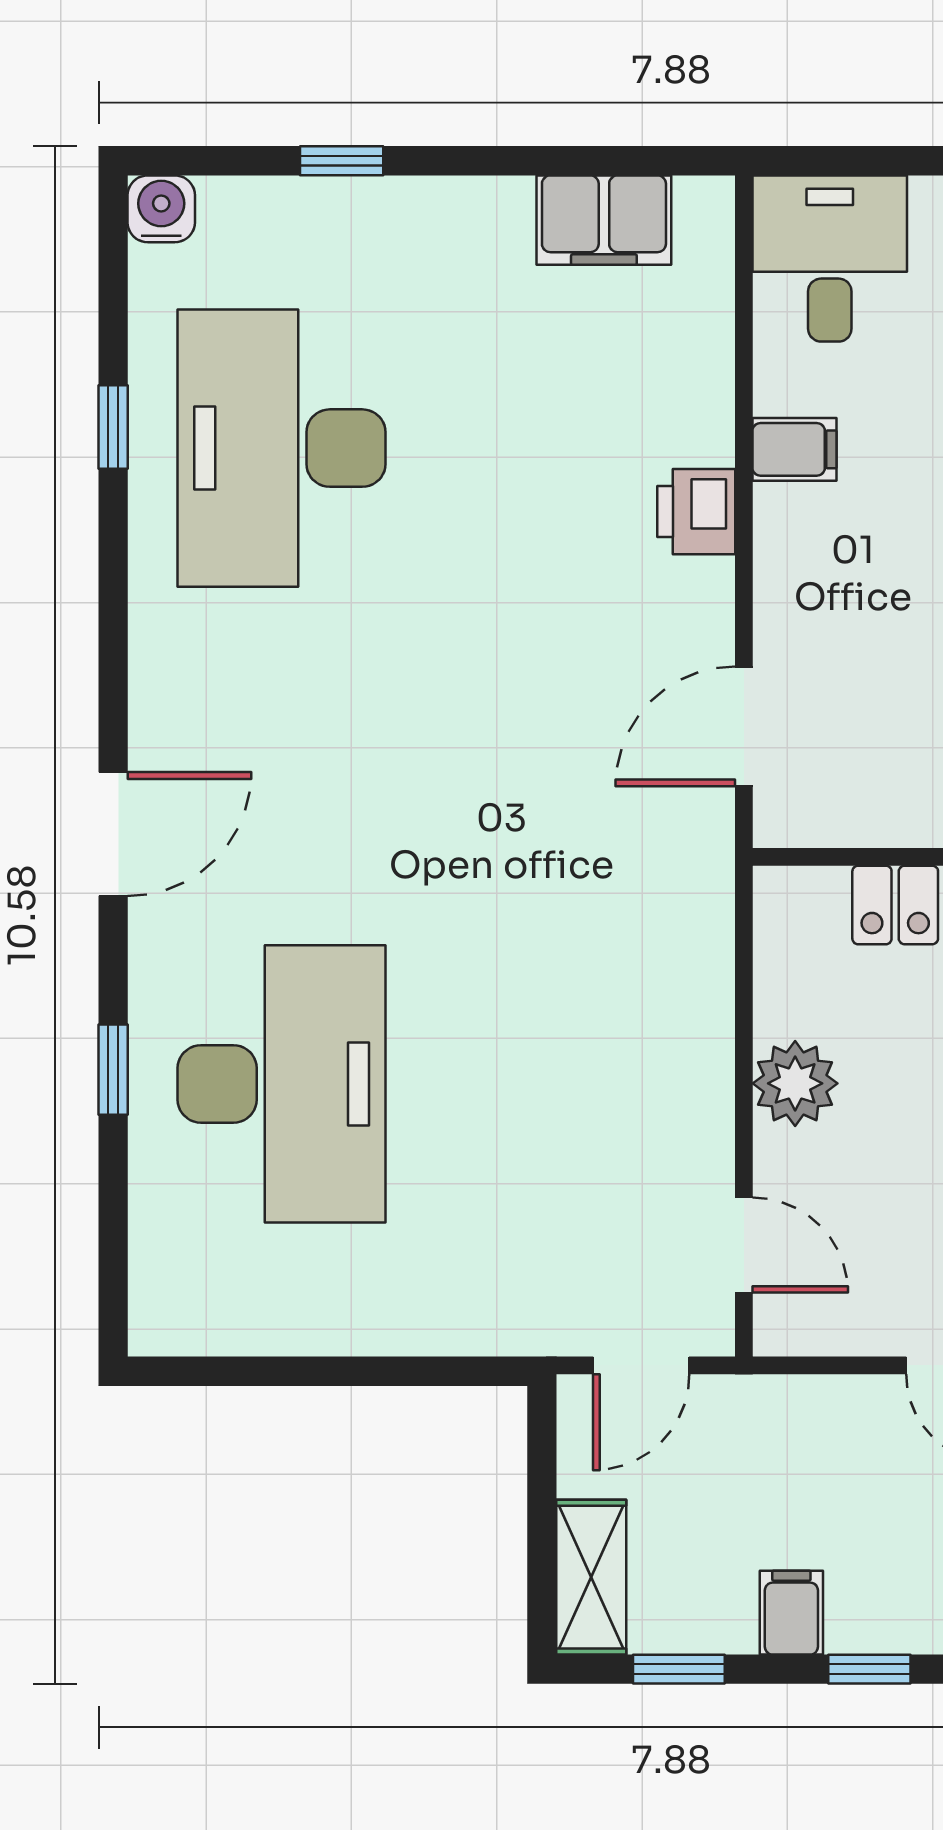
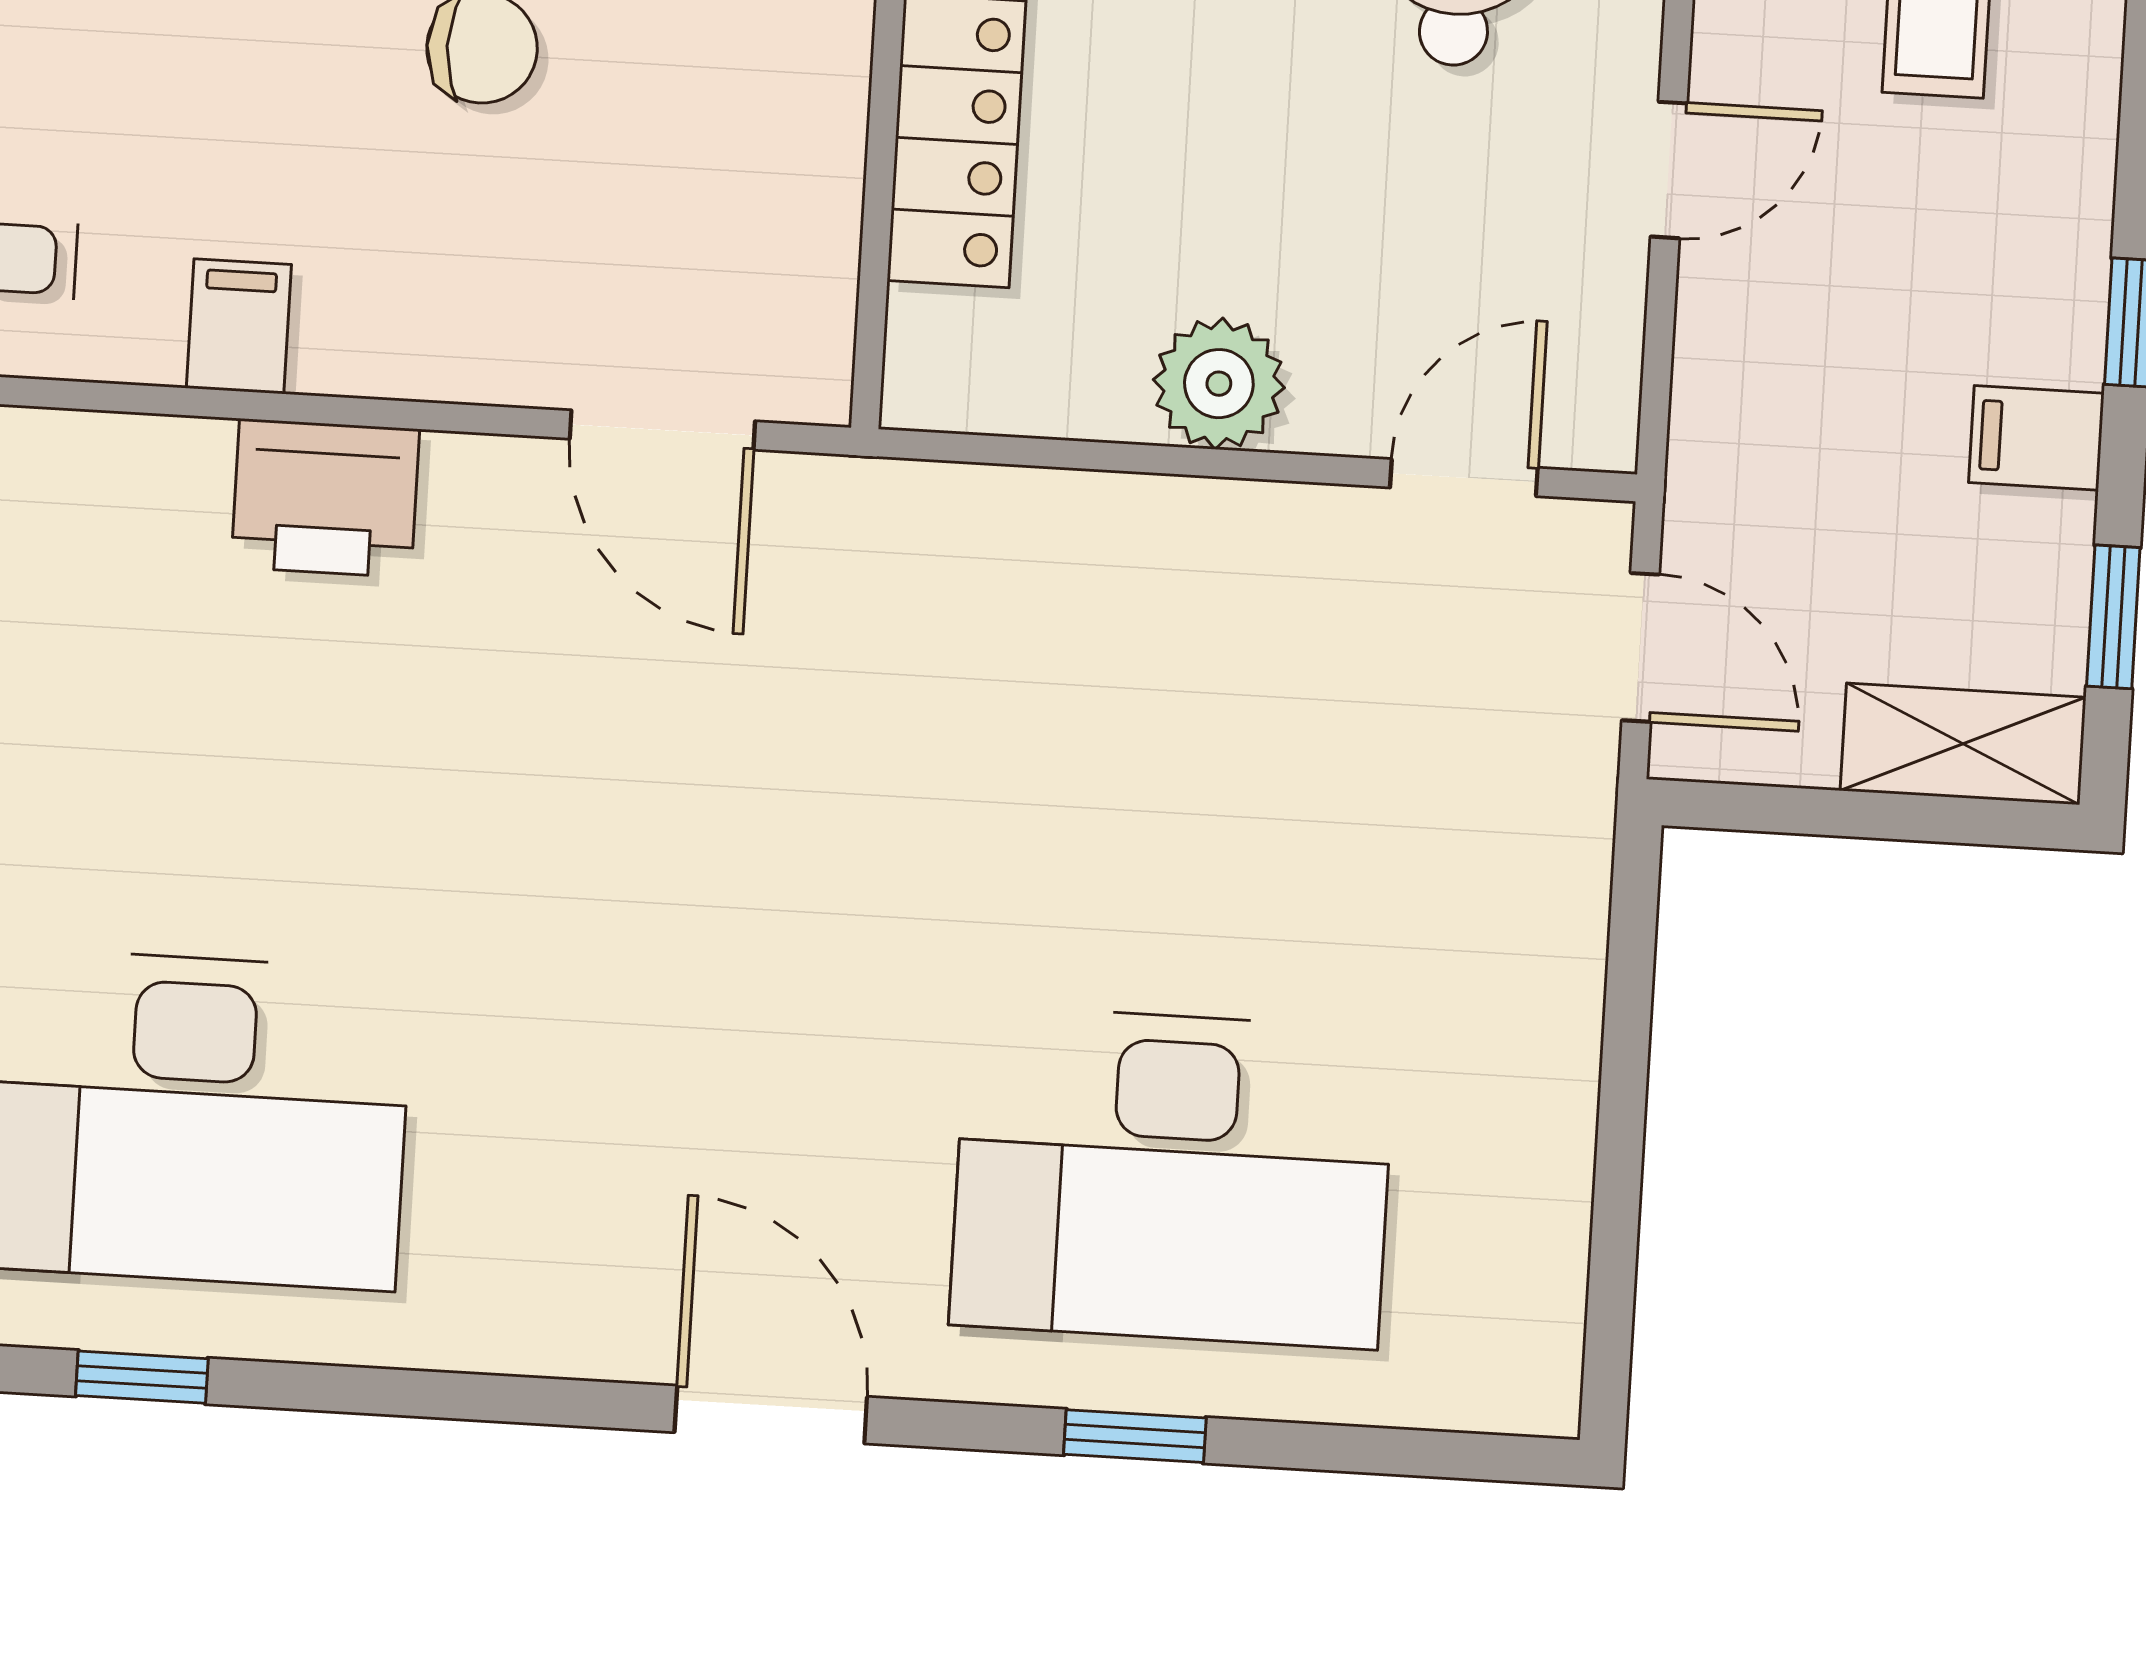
printer: (696, 512) -> (325, 498), width x1.36, depth x1.24
desk: (282, 1084) -> (1172, 1177), turned 180

